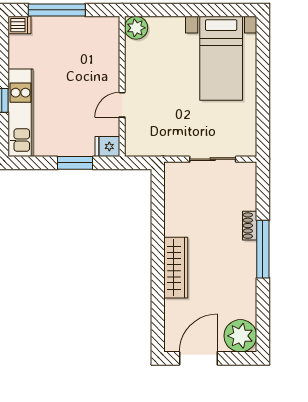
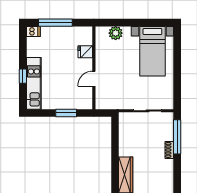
plant: (136, 28) -> (116, 33), moved
fridge: (107, 146) -> (85, 52), moved
window: (263, 249) -> (177, 137), moved

